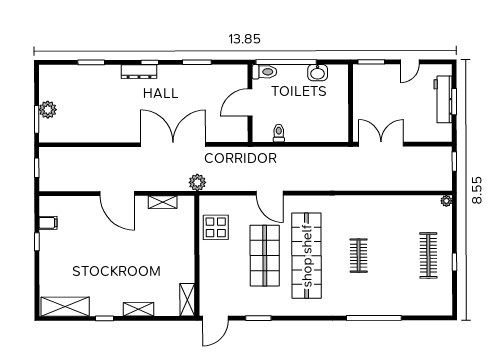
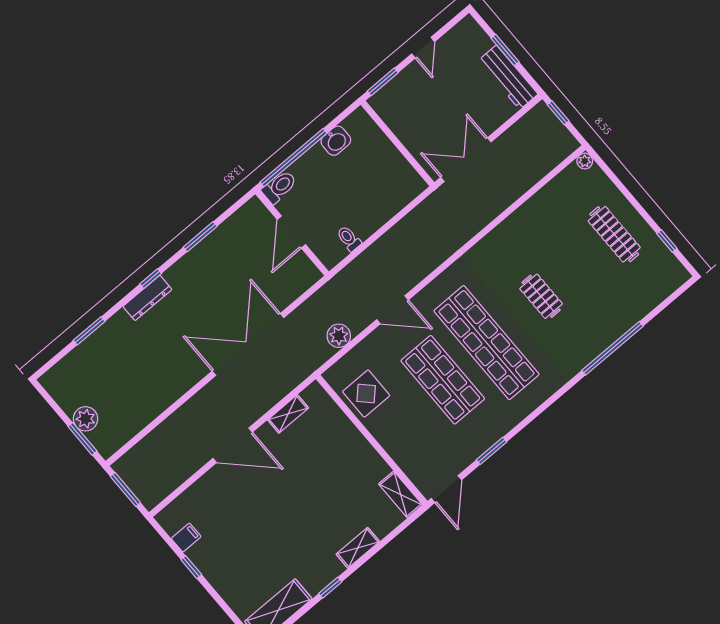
workbench: (443, 99) -> (508, 77), moved
window: (37, 168) -> (125, 490), width x1.50
plant: (197, 182) -> (339, 336), moved
window: (454, 262) -> (667, 241), moved

